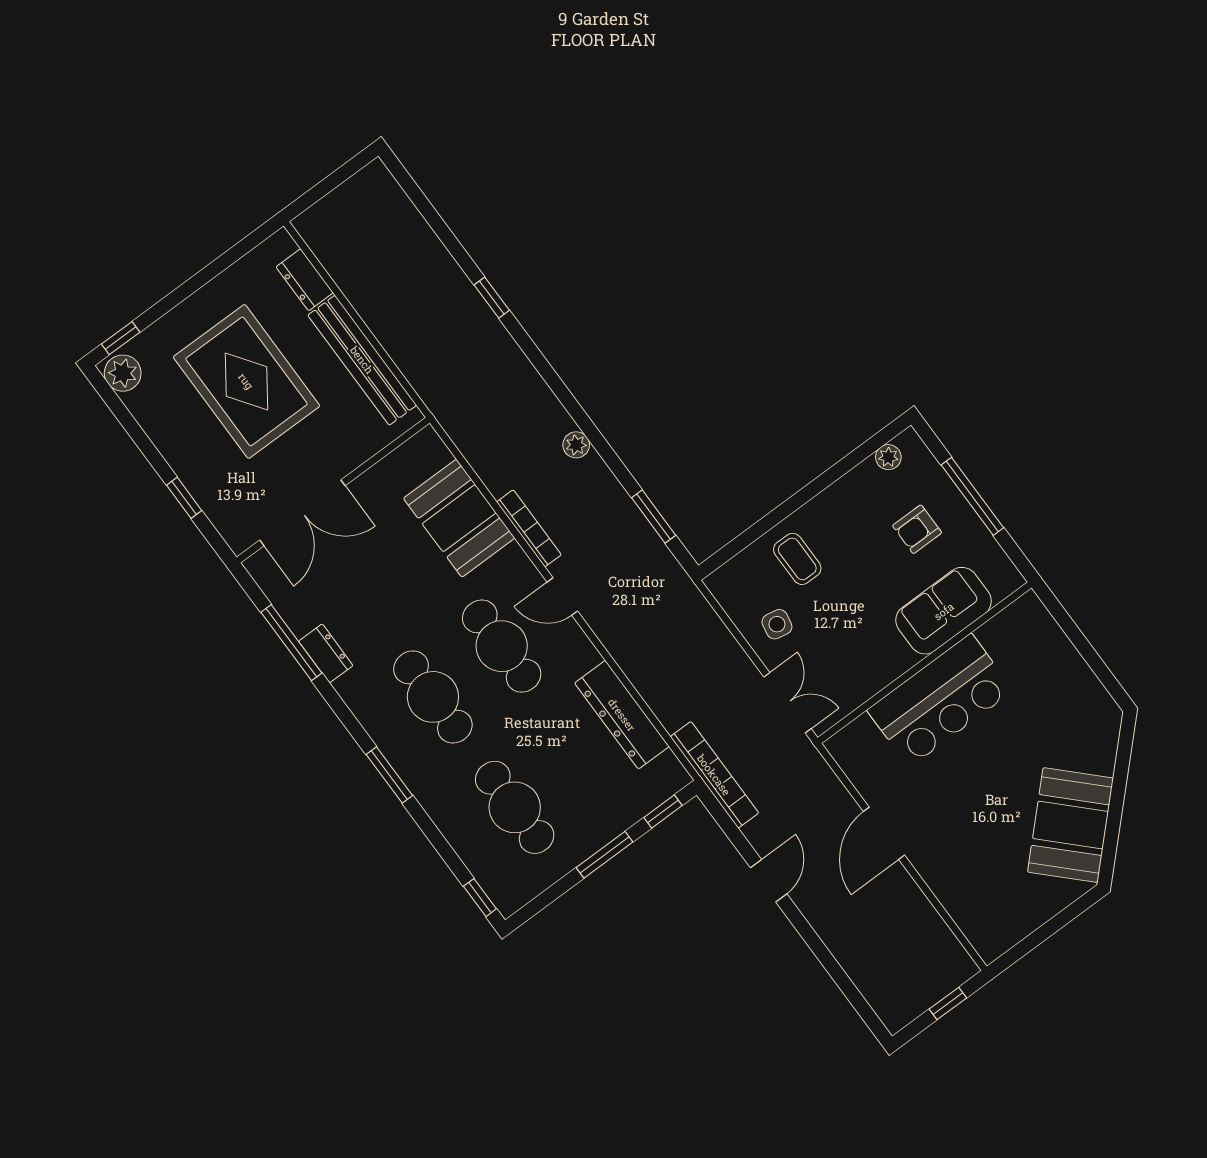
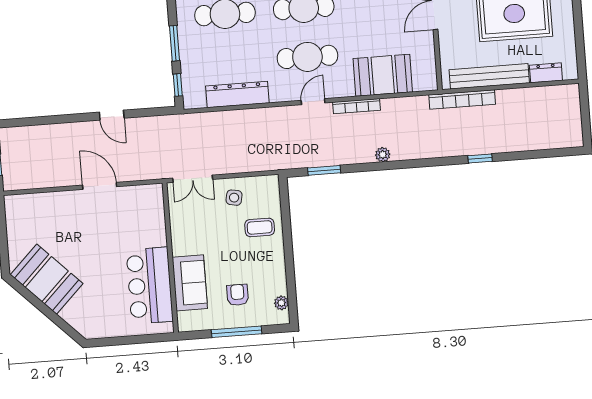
bar counter: (940, 700) -> (150, 286), moved
bookcase: (714, 775) -> (462, 99), moved

